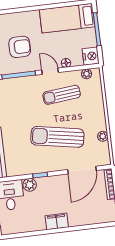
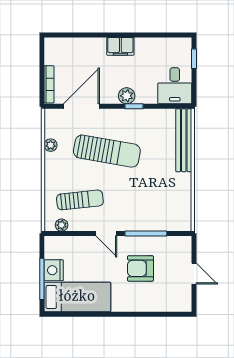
nightstand: (91, 56) -> (54, 270), moved
floor lamp: (66, 63) -> (85, 242), removed
sun lounger: (62, 95) -> (80, 200), moved
plant: (30, 185) -> (127, 96), moved

